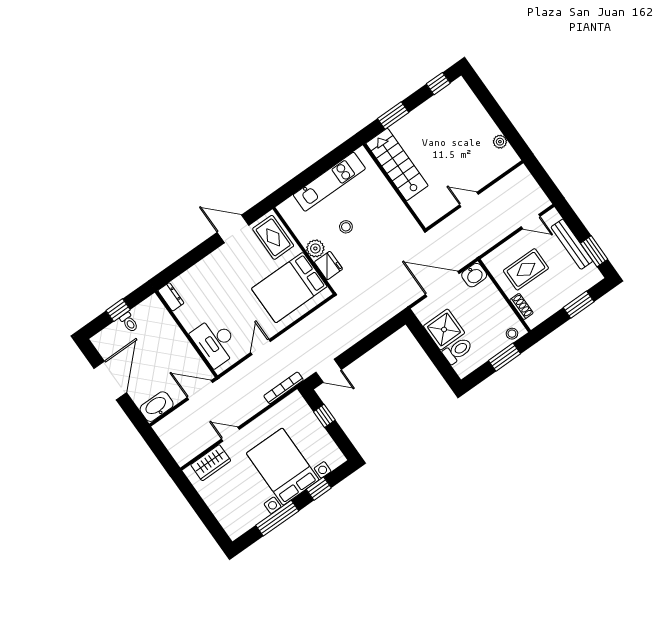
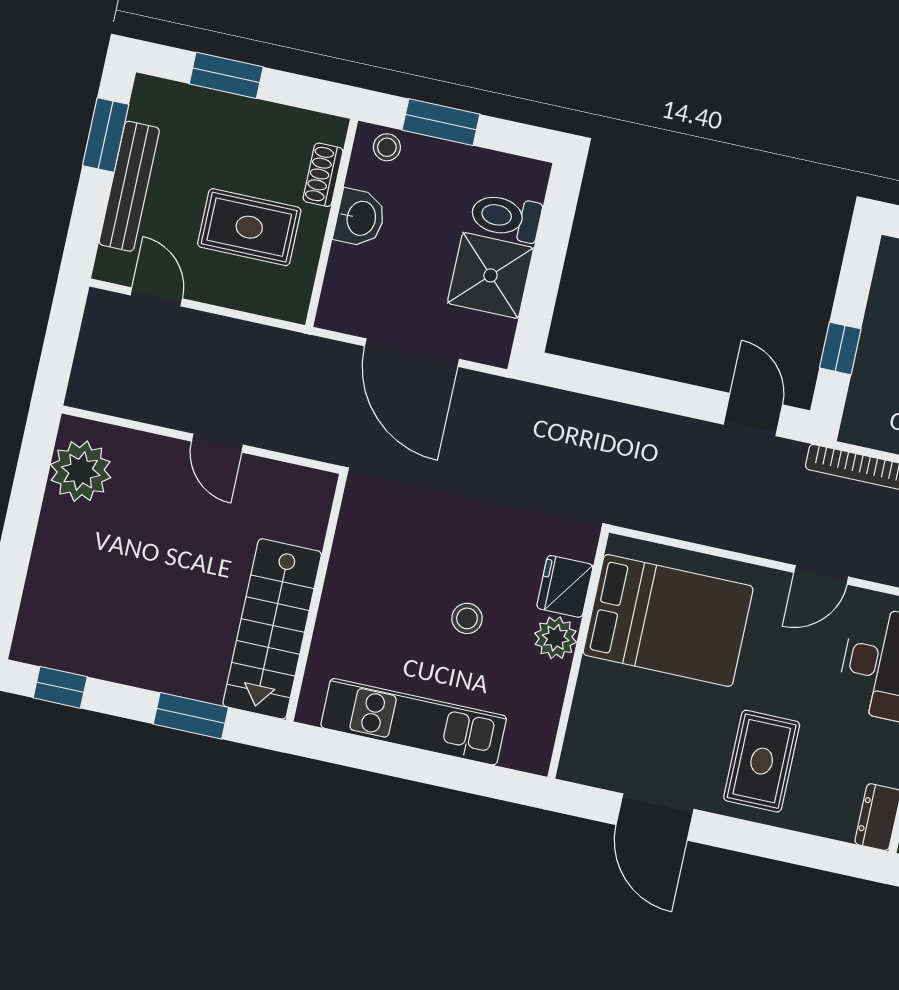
plant: (500, 142) -> (81, 471), width x1.87, depth x1.87
rug: (273, 237) -> (762, 761), moved
washbasin: (474, 275) -> (360, 218), moved, turned 90

